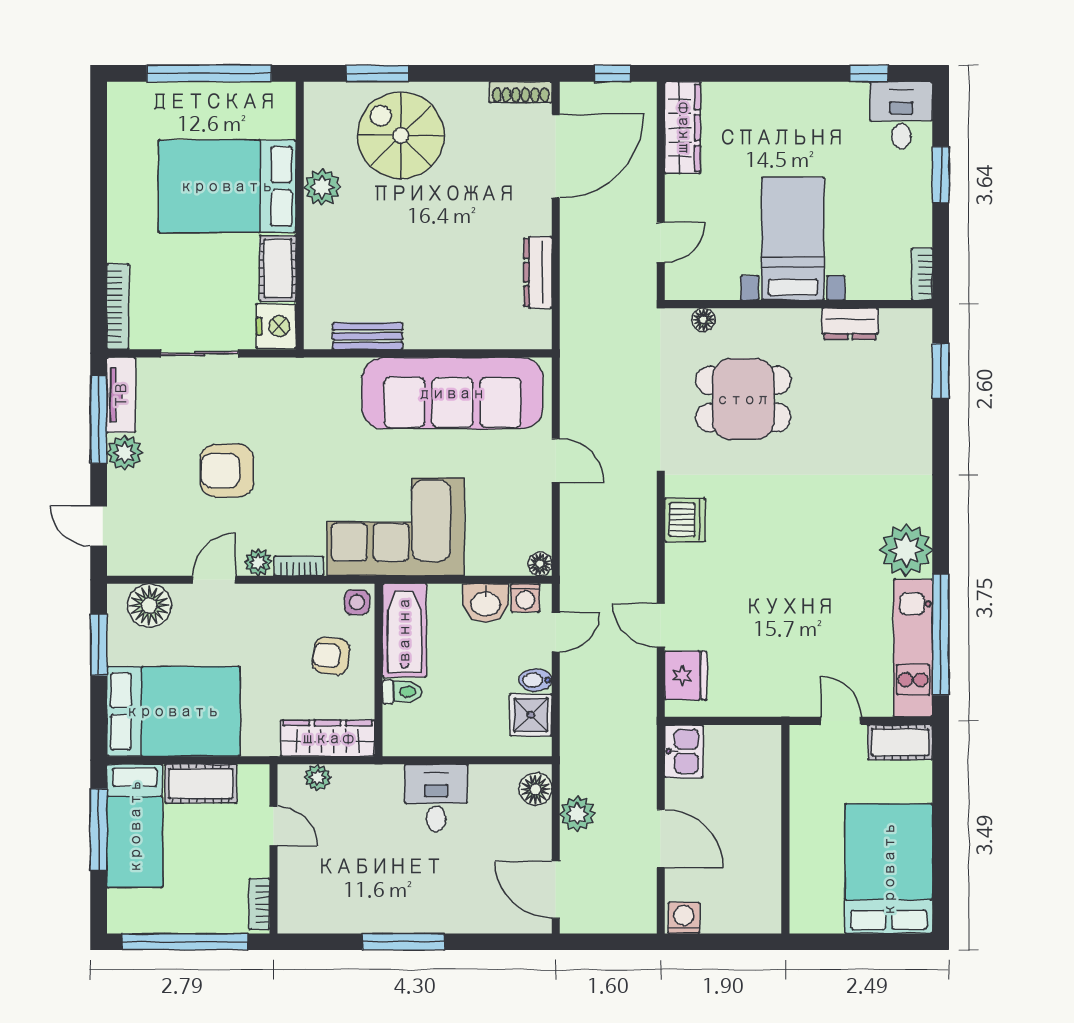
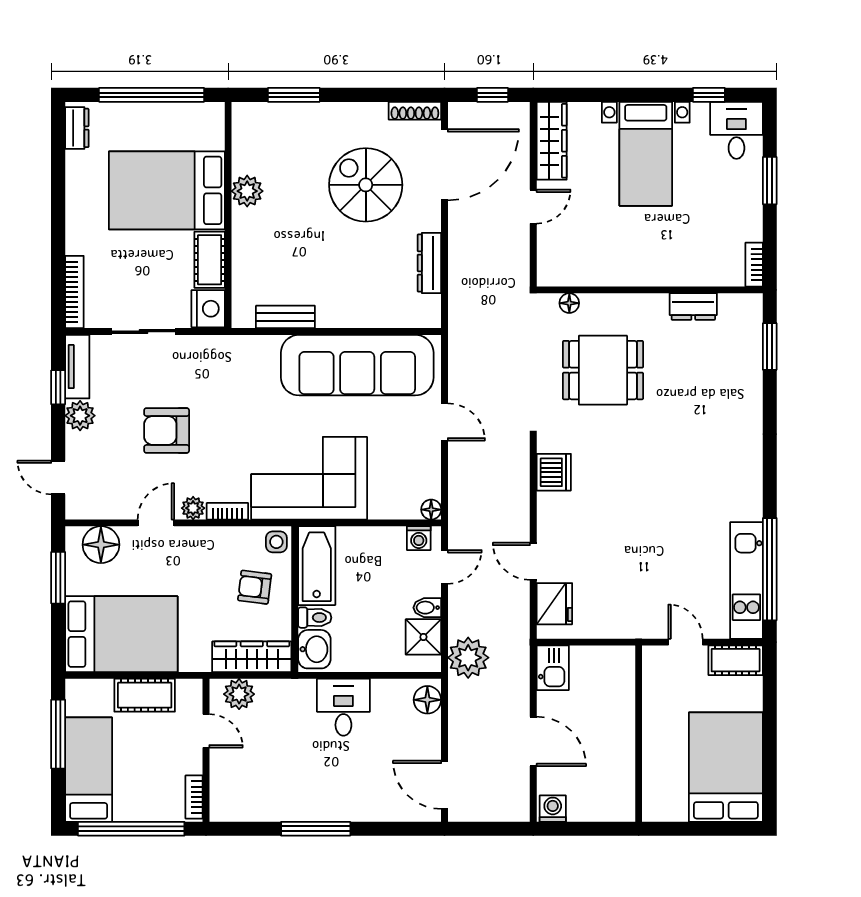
dresser: (121, 113) -> (77, 128), added
spiral stairs: (401, 136) -> (366, 185), moved
bed with nightstands: (793, 239) -> (646, 154), moved, turned 180
door: (661, 242) -> (533, 207), moved
window: (99, 419) -> (58, 387), width x0.46
plant: (906, 550) -> (741, 498), removed
washbasin: (486, 603) -> (314, 649), moved, turned -90
plant: (318, 777) -> (239, 694), width x1.38, depth x1.38
plant: (577, 814) -> (468, 658), moved, width x1.36, depth x1.36
bed: (135, 826) -> (89, 770), moved, turned 180

